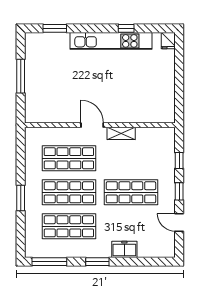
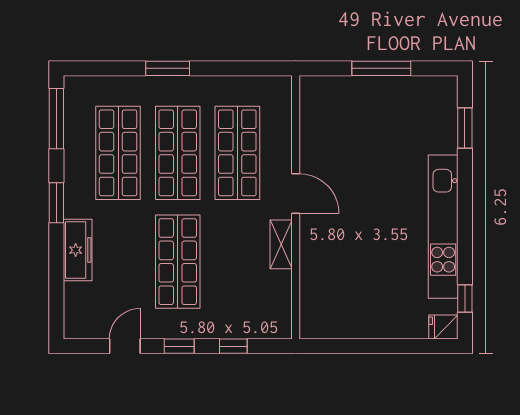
window: (126, 28) -> (465, 298), moved
door: (92, 125) -> (296, 194), hinge flipped
freezer: (124, 249) -> (78, 250), width x1.40

